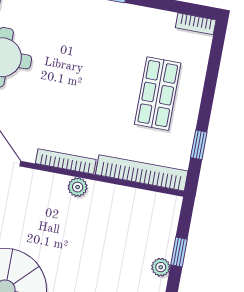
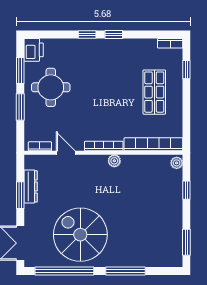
window: (199, 145) -> (186, 70), moved
plant: (161, 267) -> (177, 163), moved

